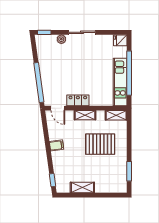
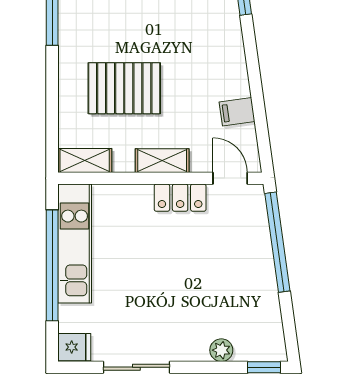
sliding door: (82, 32) -> (136, 367), moved
filing cabinet: (57, 145) -> (237, 112), moved

